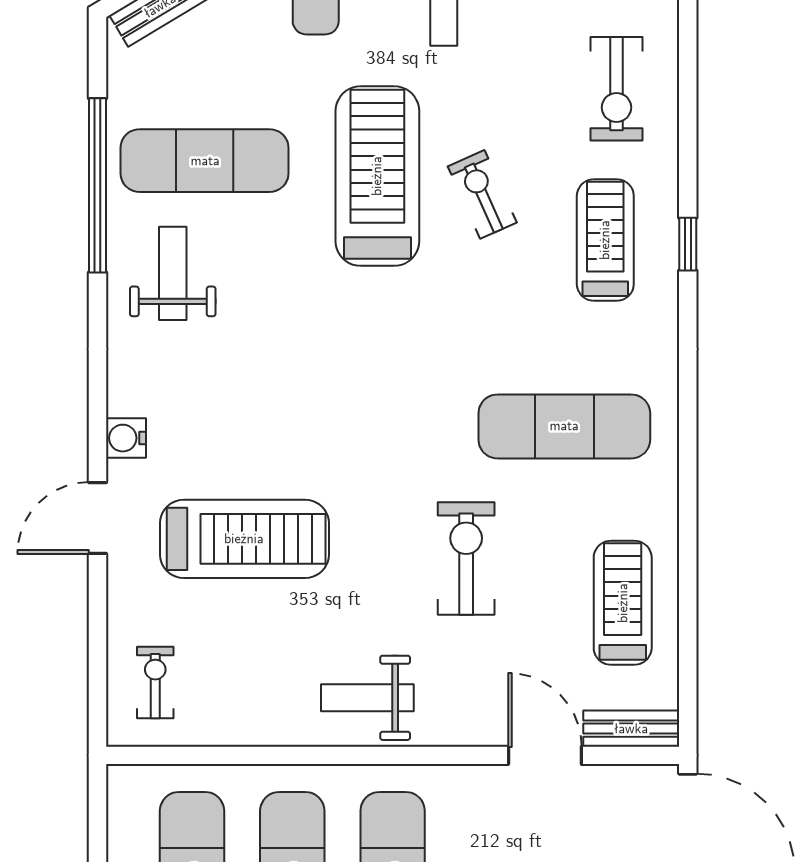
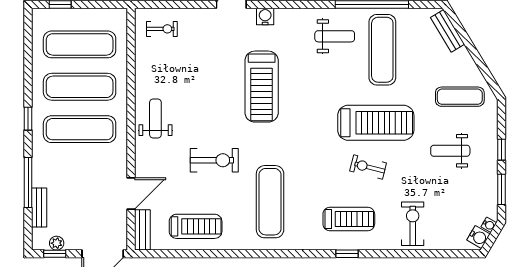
exercise bike: (616, 89) -> (413, 224), turned 90
exercise bike: (482, 194) -> (368, 167), turned -142
treadmill: (244, 539) -> (262, 87), moved

